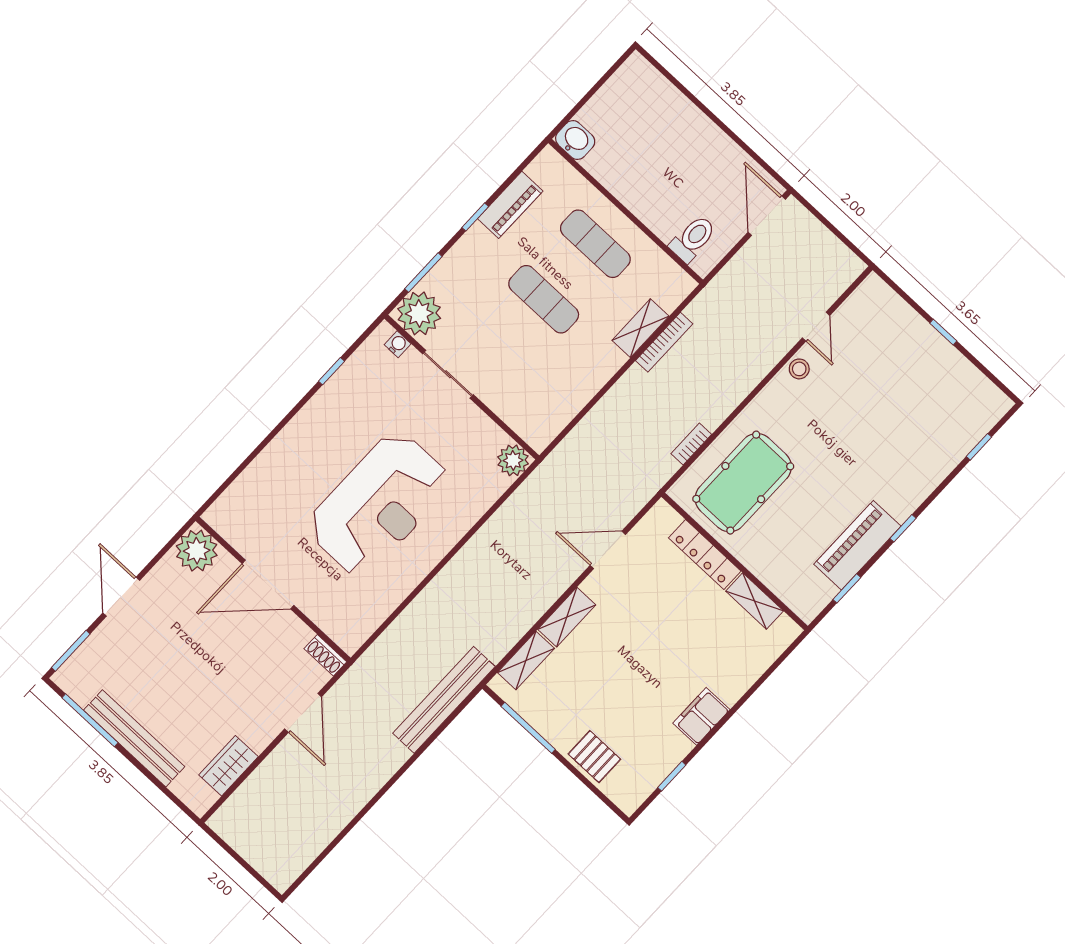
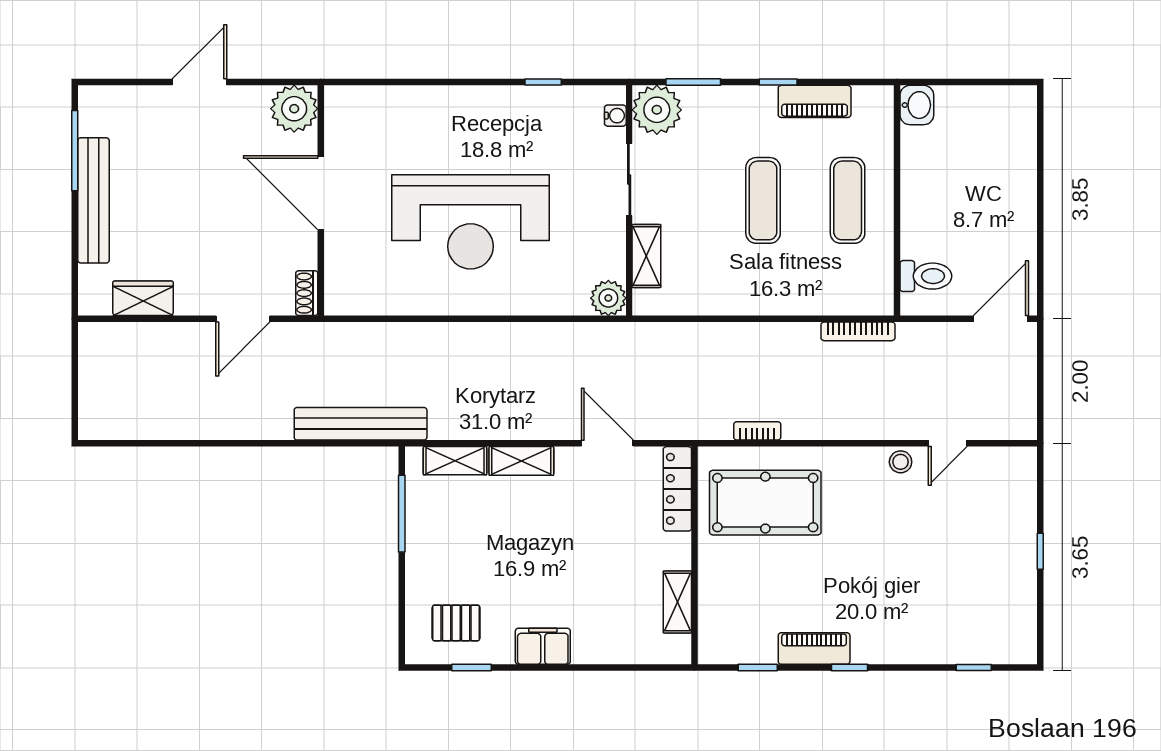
shelving: (640, 328) -> (646, 256), moved, turned 90
bookcase: (664, 342) -> (858, 331), moved
piano: (857, 545) -> (814, 649), width x0.73, depth x0.75
locker: (705, 554) -> (677, 489), moved
window: (71, 651) -> (117, 82), removed
pallet: (594, 757) -> (456, 623), moved, turned 90

